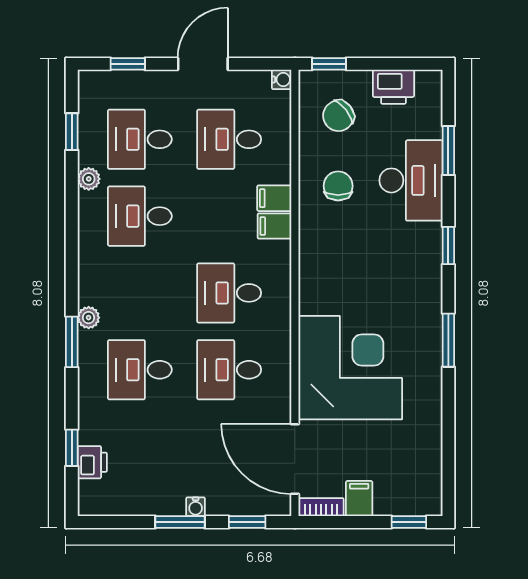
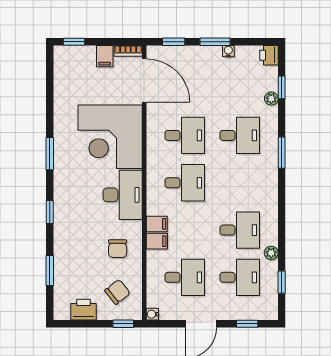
desk: (411, 180) -> (123, 195), moved, turned 180
plant: (89, 318) -> (271, 99), moved
printer: (92, 462) -> (269, 55), moved
water cooler: (196, 507) -> (228, 51), moved

